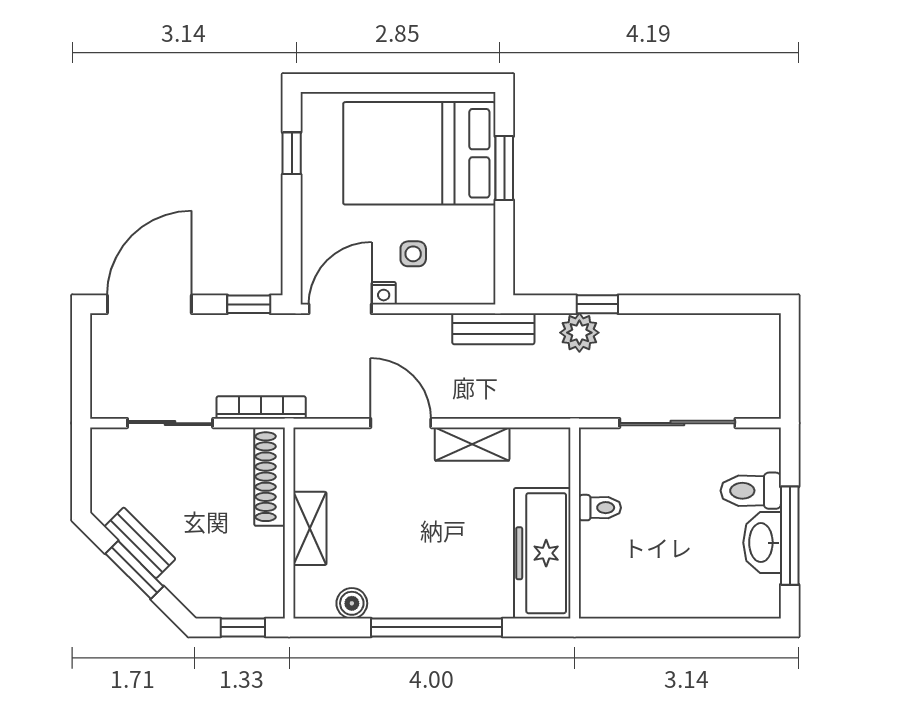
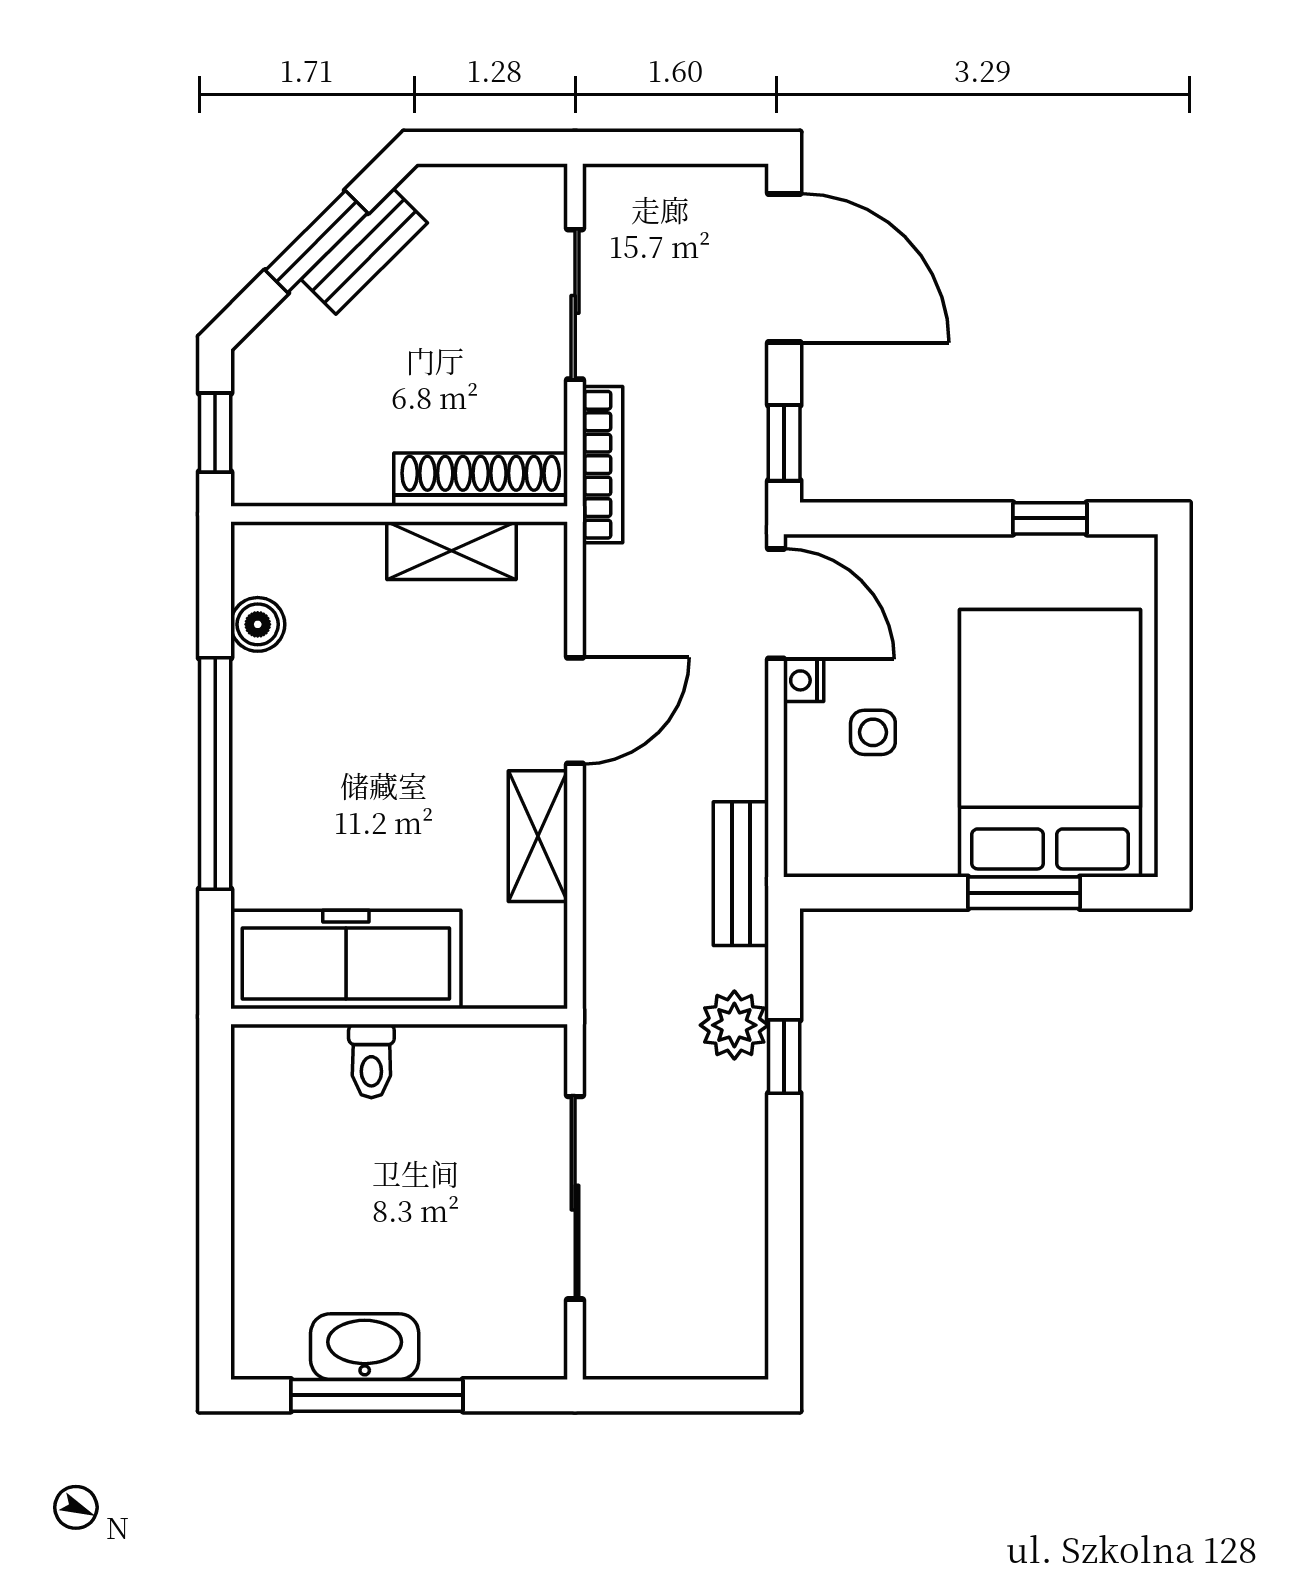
toilet: (751, 491) -> (456, 1327), removed
toilet: (600, 508) -> (371, 1061), moved
shelving: (310, 528) -> (451, 551), moved

